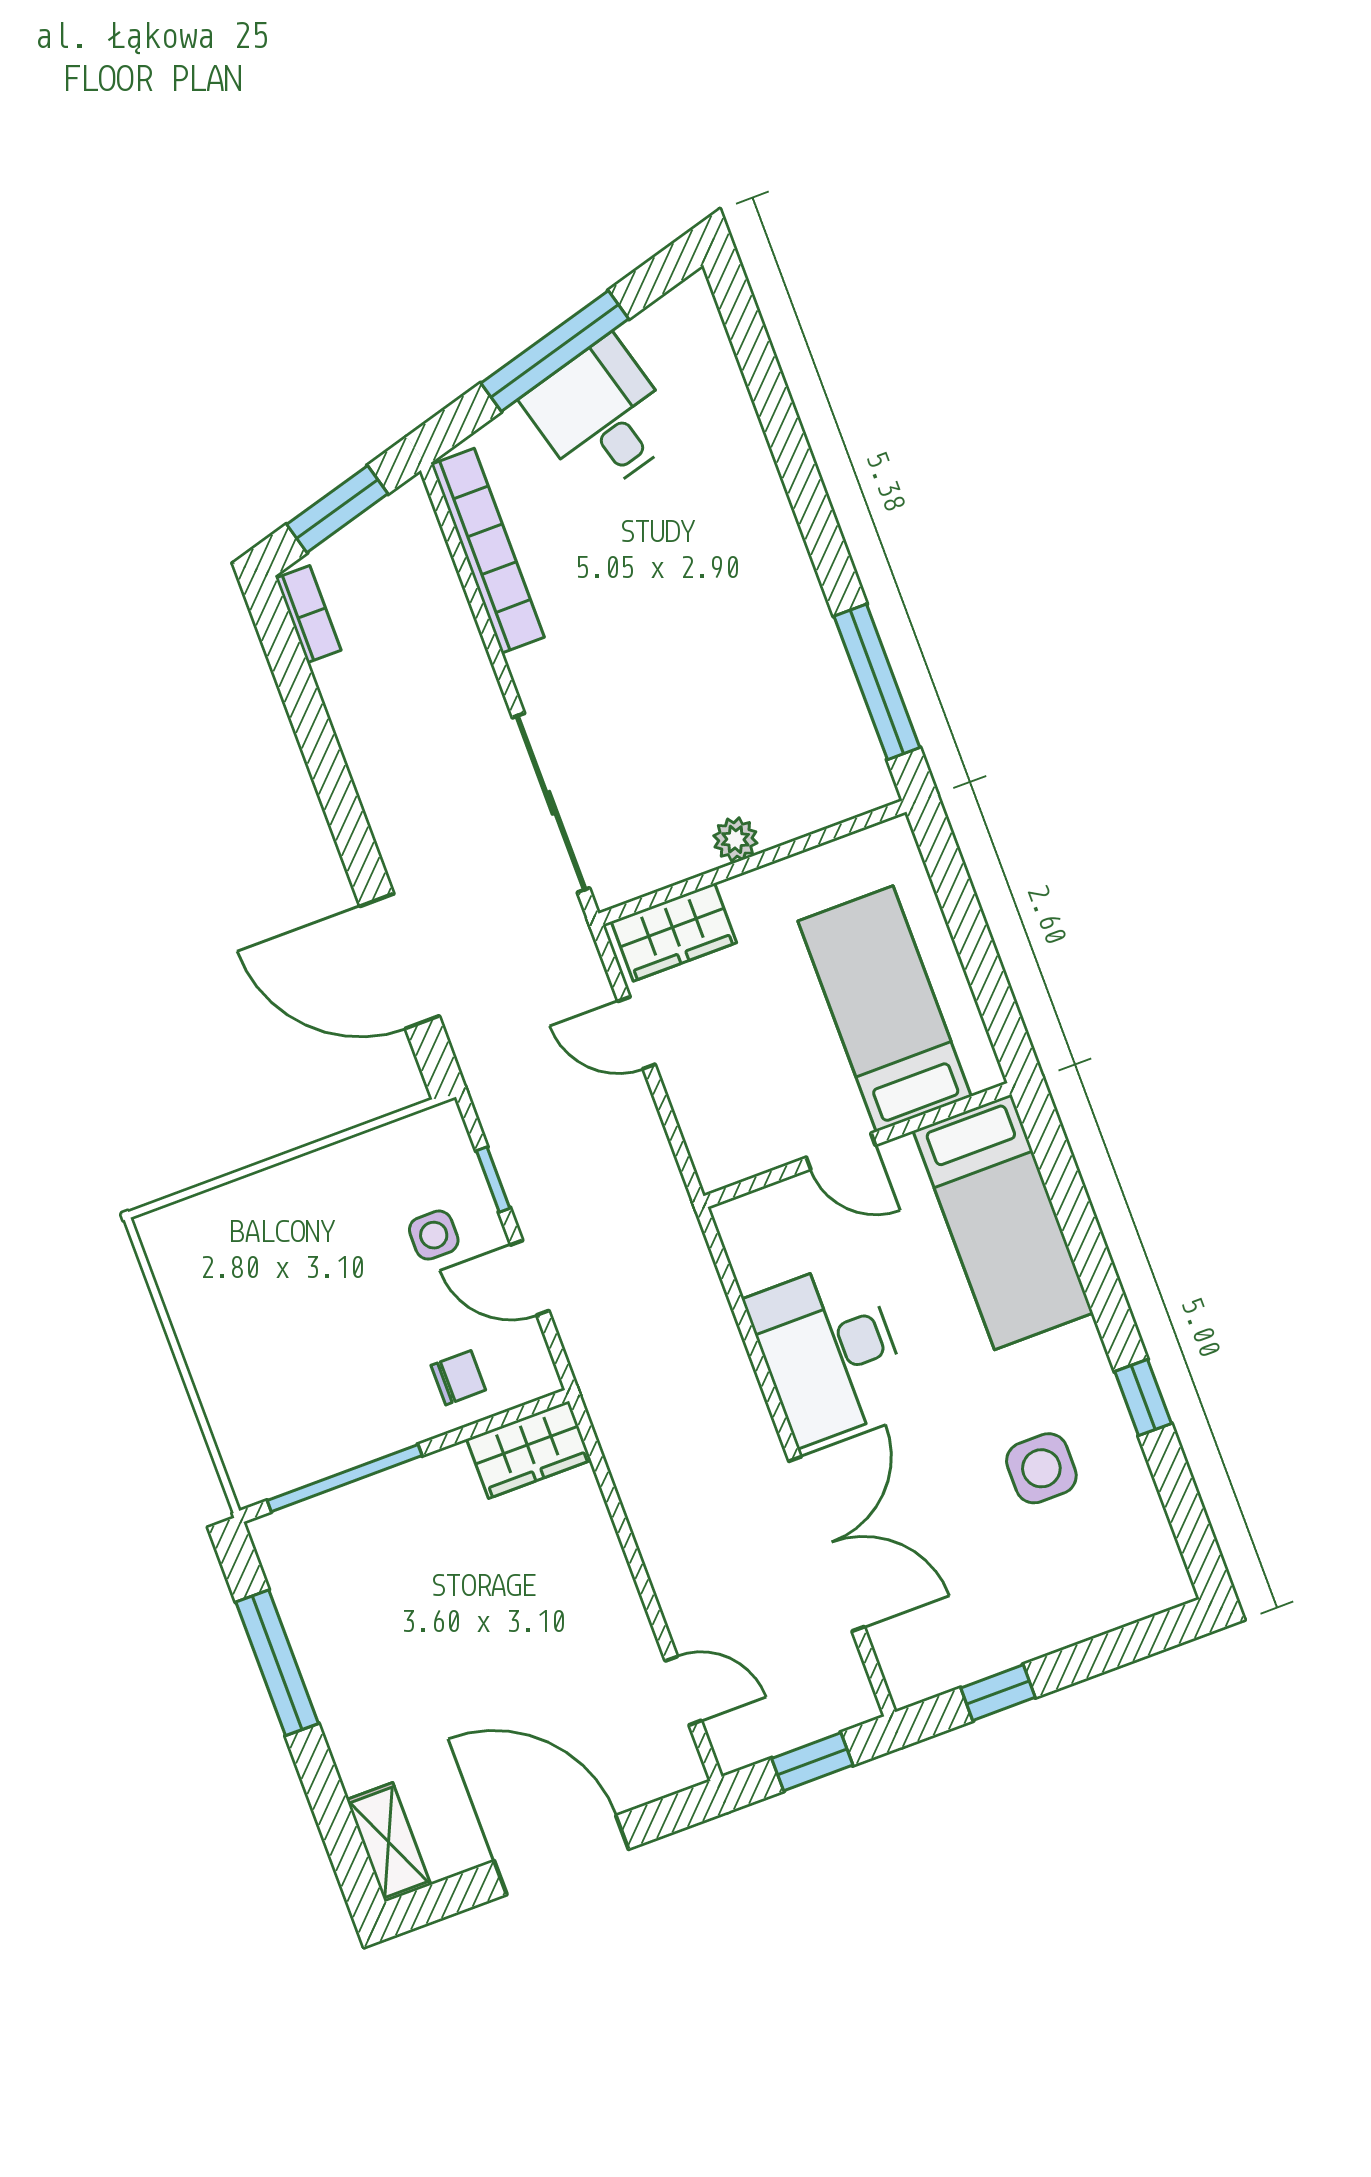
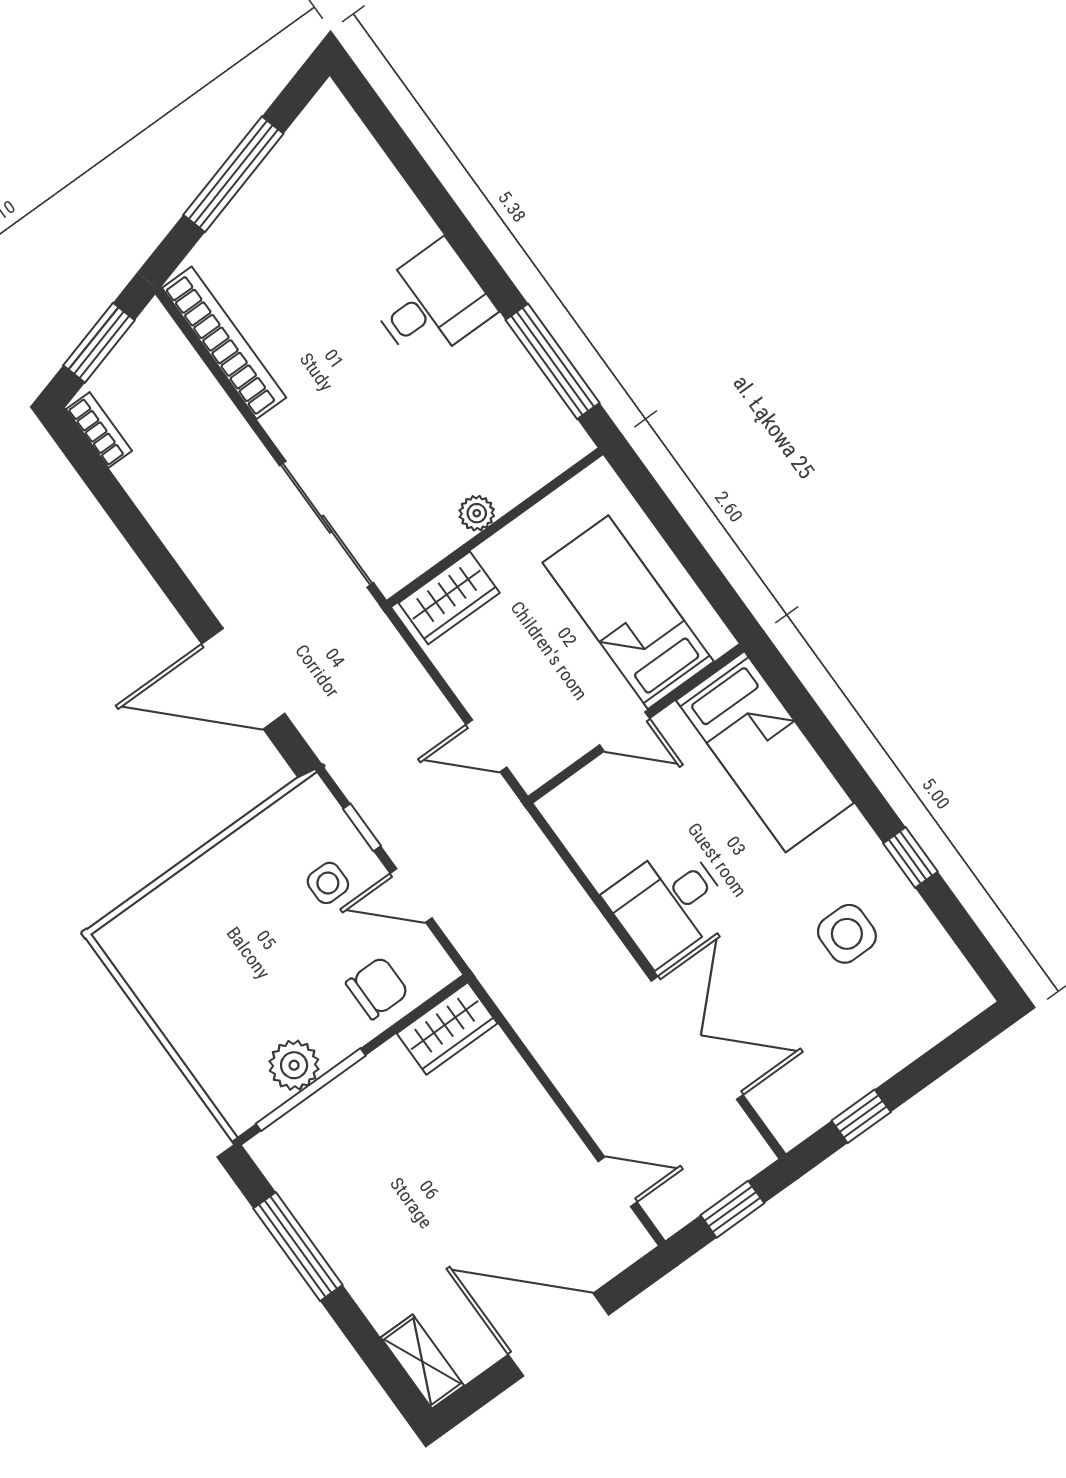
desk: (602, 416) -> (431, 303), moved, turned 106
door: (636, 1033) -> (486, 746), moved
desk: (829, 1352) -> (668, 904), width x0.73
chair: (458, 1378) -> (377, 988), width x1.37, depth x1.37
plant: (333, 1443) -> (294, 1065), added

